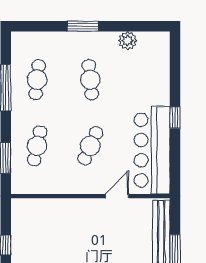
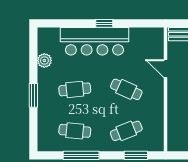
cafe table: (37, 146) -> (126, 131), turned -33
bar counter: (152, 150) -> (94, 41), moved

